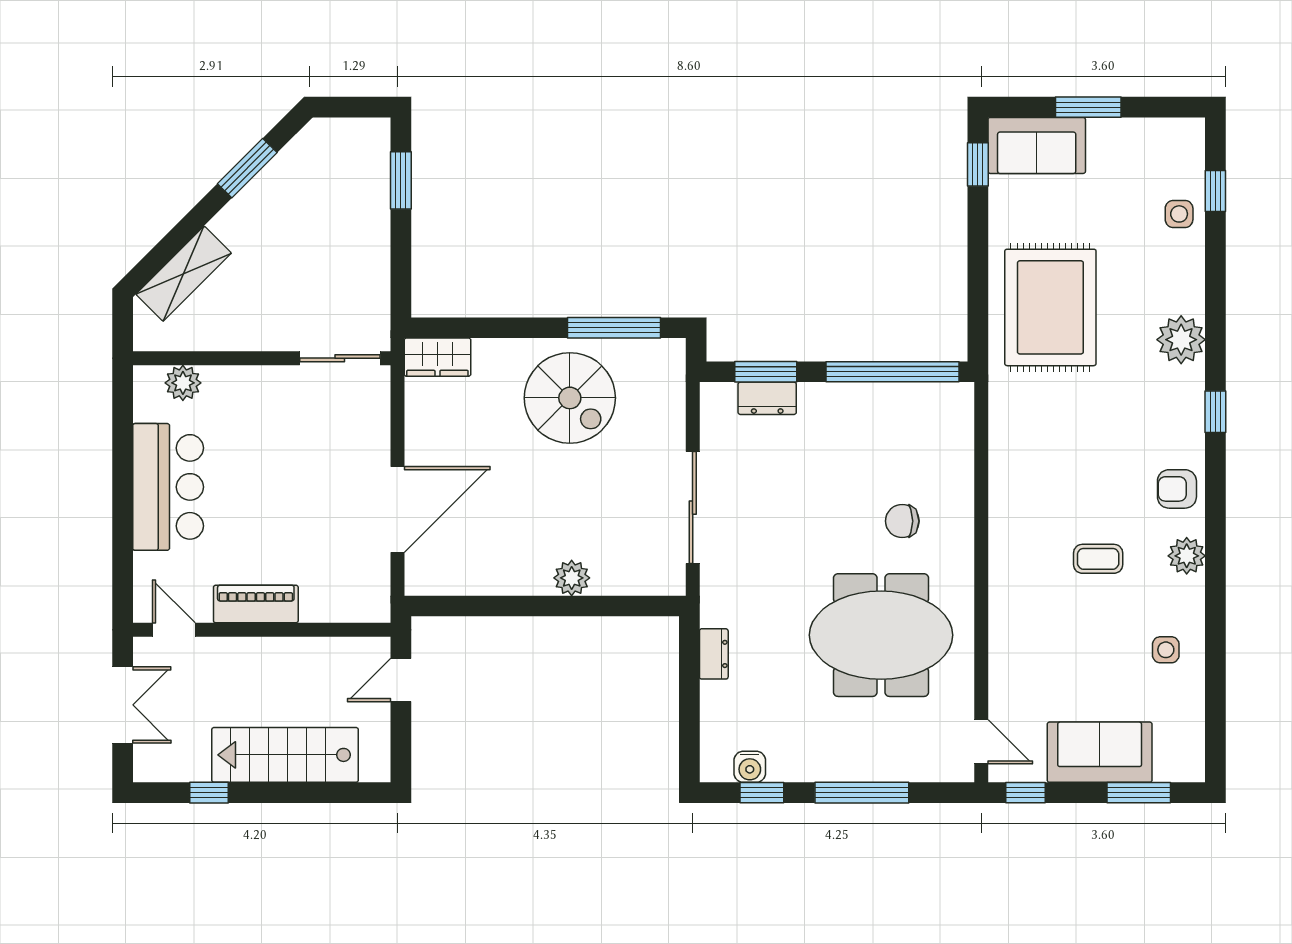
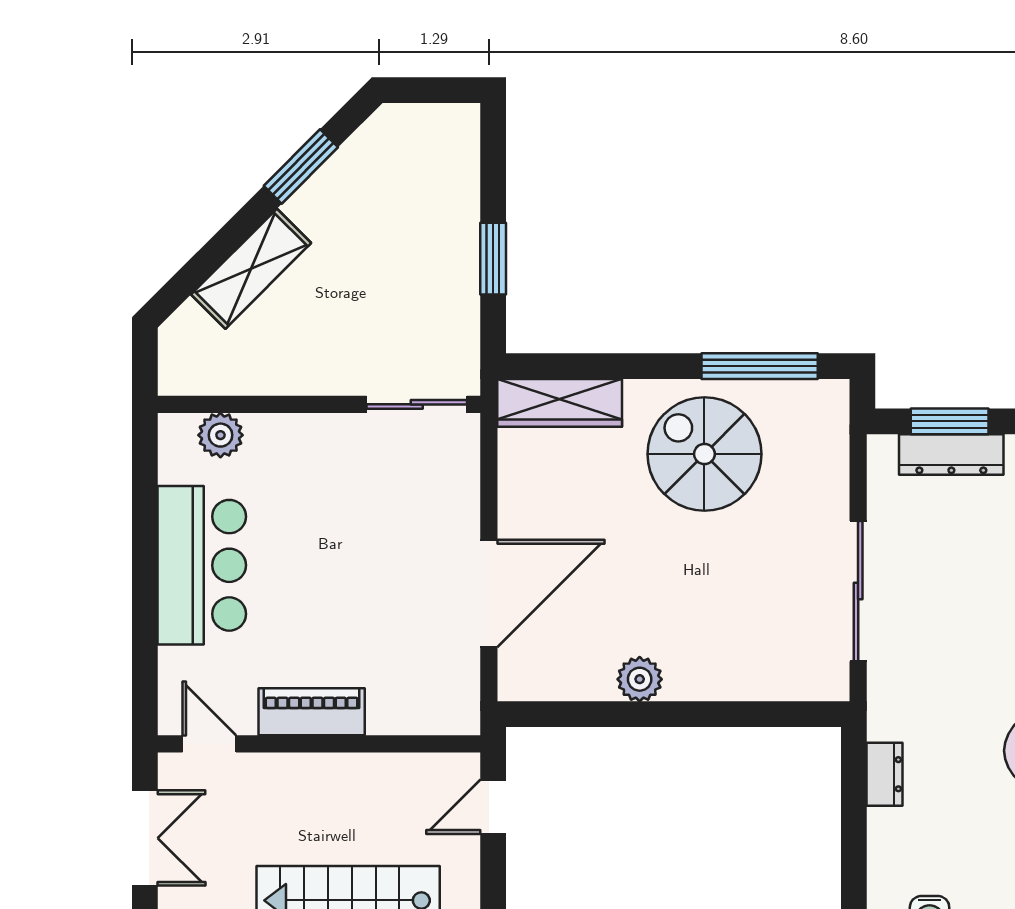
window: (401, 180) -> (493, 259), moved
shelving: (184, 274) -> (251, 269), moved
wardrobe: (437, 357) -> (560, 403), width x1.50
spiral stairs: (570, 398) -> (704, 454), turned 180
dresser: (767, 398) -> (951, 454), width x1.44
plant: (572, 578) -> (640, 679), moved

